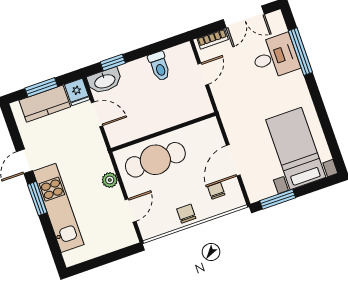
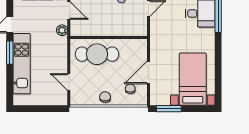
plant: (110, 180) -> (62, 30), moved
door: (131, 210) -> (69, 82), swing flipped

